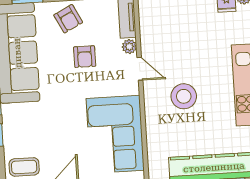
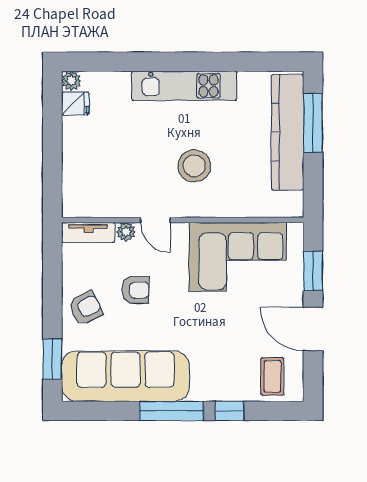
door: (140, 69) -> (155, 220), swing flipped

